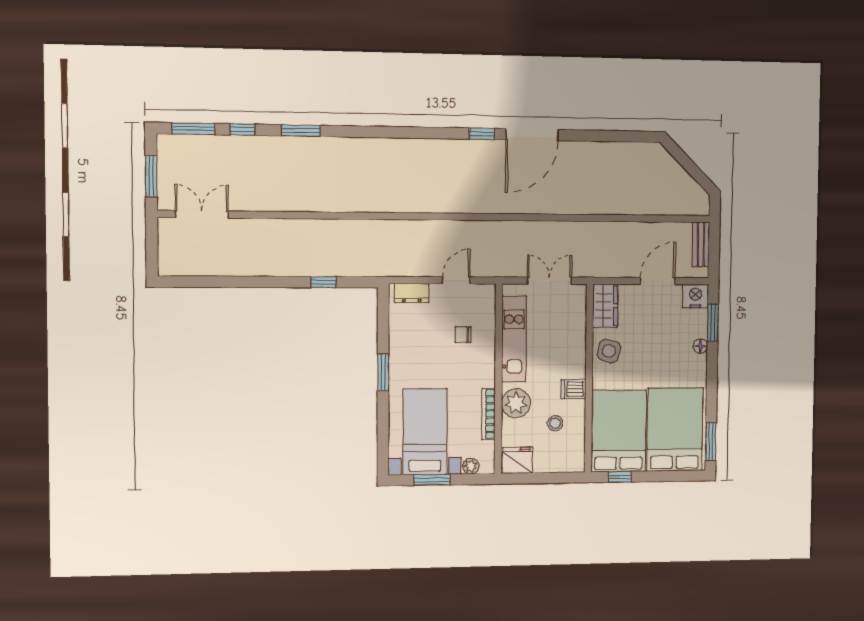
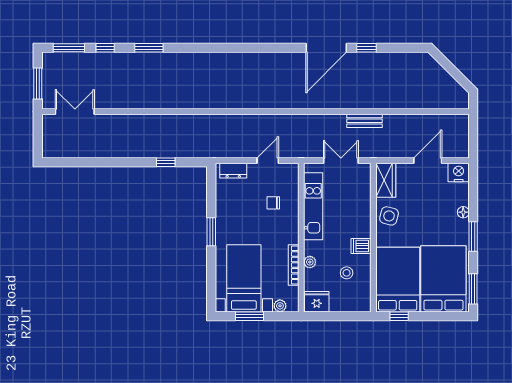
window: (482, 134) -> (367, 48), moved
bench: (701, 245) -> (364, 121), moved, turned 90
window: (713, 322) -> (473, 237), moved
plant: (516, 403) -> (310, 262), width x0.53, depth x0.53

